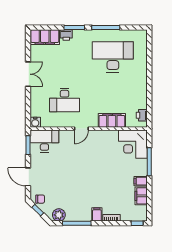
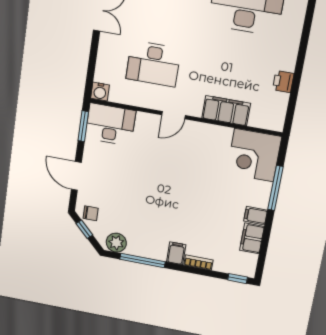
printer: (142, 115) -> (283, 82), moved

